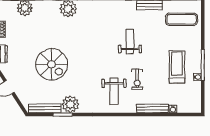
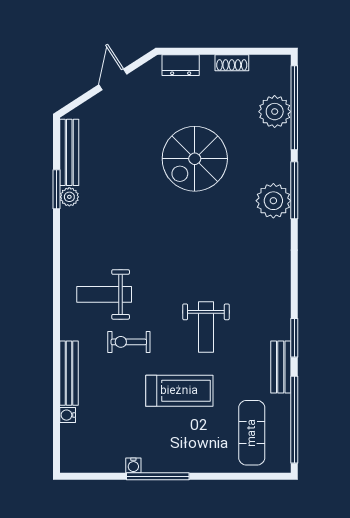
weight bench: (130, 42) -> (206, 327), turned 90
spiral stairs: (52, 64) -> (195, 159), moved
treadmill: (177, 67) -> (179, 391), moved
plant: (70, 104) -> (69, 197), width x0.53, depth x0.53

